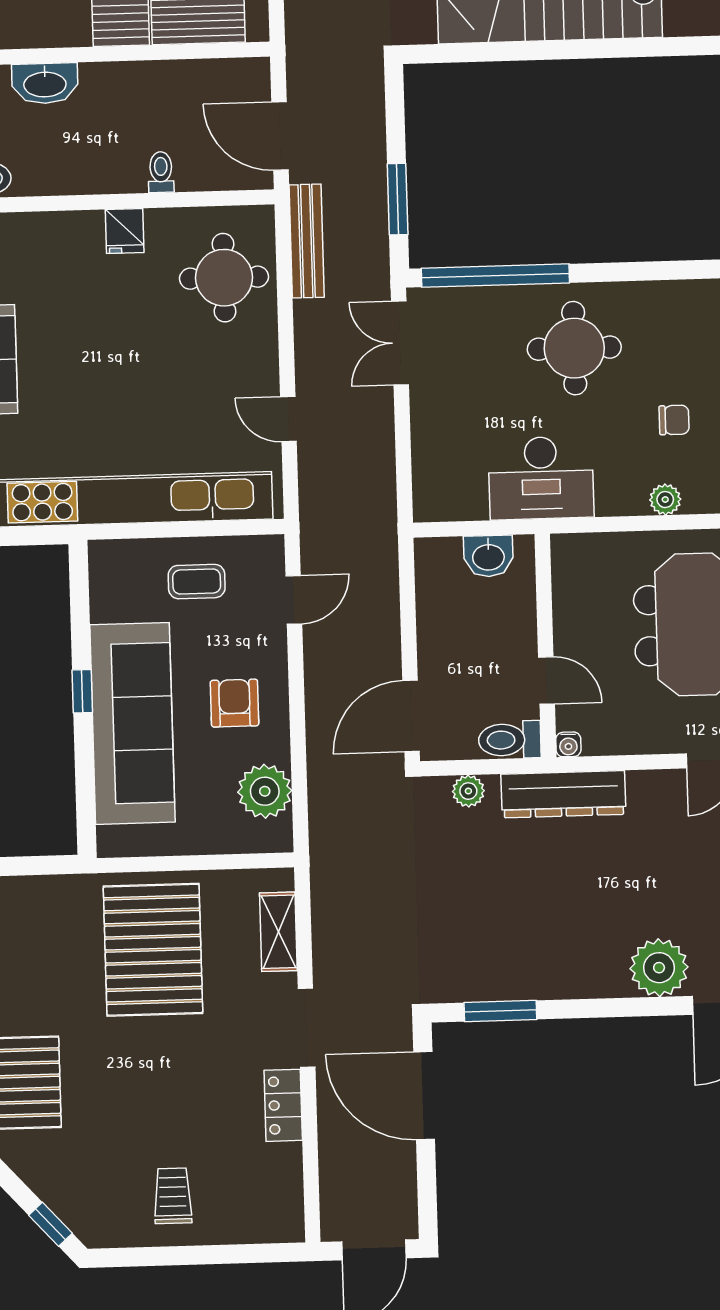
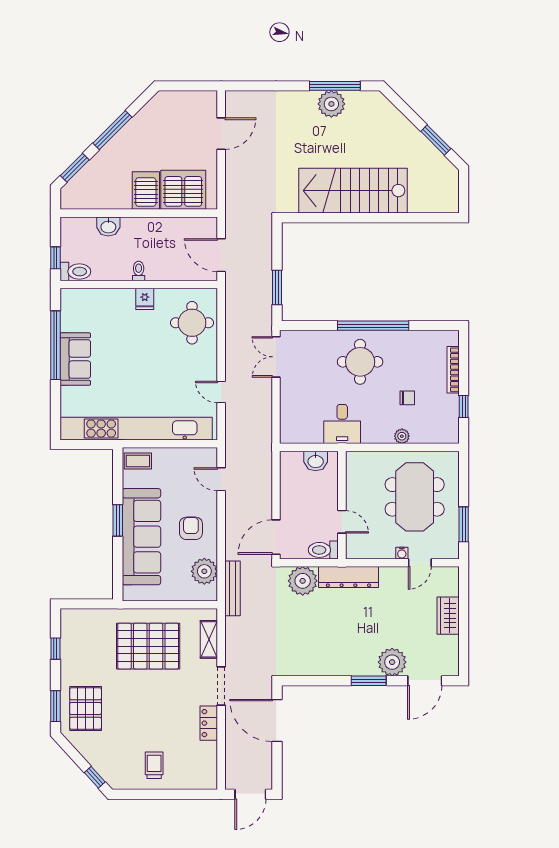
washbasin: (45, 83) -> (108, 226), width x0.72
toilet: (161, 172) -> (139, 271), moved
bench: (307, 241) -> (232, 588), moved
window: (495, 276) -> (373, 326), moved
desk: (541, 478) -> (342, 424), width x0.73
coffee table: (197, 582) -> (138, 461), moved
door: (294, 600) -> (221, 479), swing flipped
window: (82, 691) -> (118, 520), width x1.50
water cooler: (568, 744) -> (402, 553), moved
plant: (468, 791) -> (303, 581), width x1.88, depth x1.88
pallet: (153, 950) -> (148, 646), turned 90
window: (500, 1011) -> (369, 681), moved

